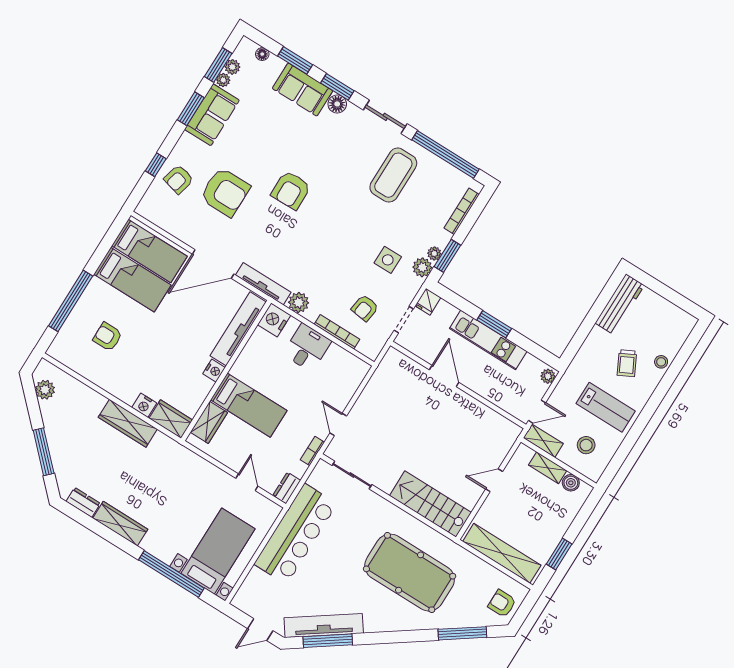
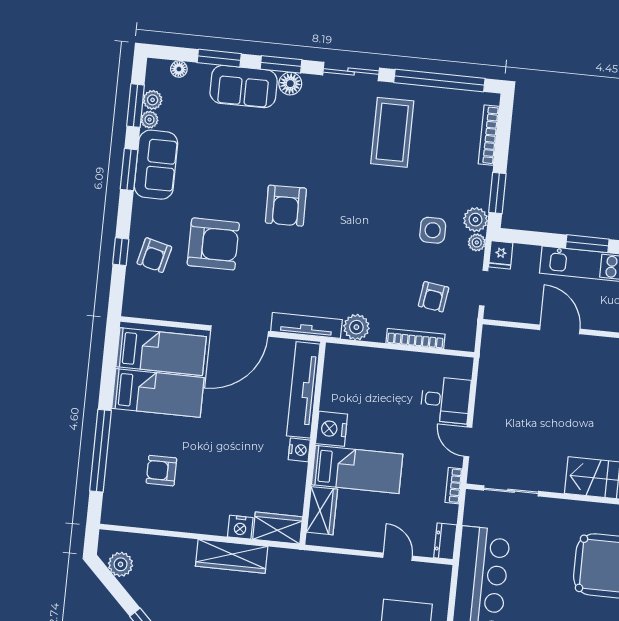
plant: (434, 253) -> (477, 242), moved
nightstand: (274, 320) -> (332, 429), moved
desk: (307, 348) -> (446, 400), moved, turned 90

